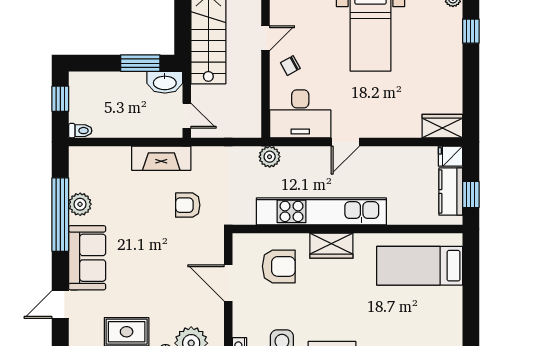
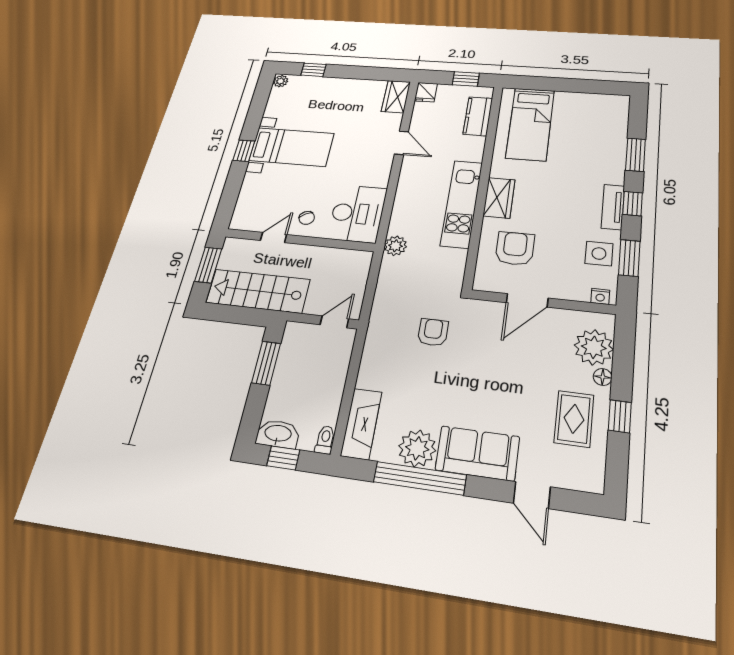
door: (266, 38) -> (273, 237), hinge flipped
washbasin: (165, 82) -> (278, 434), moved, turned -90
door: (345, 142) -> (401, 143), moved
fireplace: (161, 158) -> (361, 424), moved
kitchen counter: (451, 191) -> (478, 116), moved, turned 90
plant: (80, 204) -> (417, 448), width x1.36, depth x1.36
armchair: (188, 205) -> (433, 332), turned 180
kitchen unit: (321, 211) -> (462, 204), width x0.73

